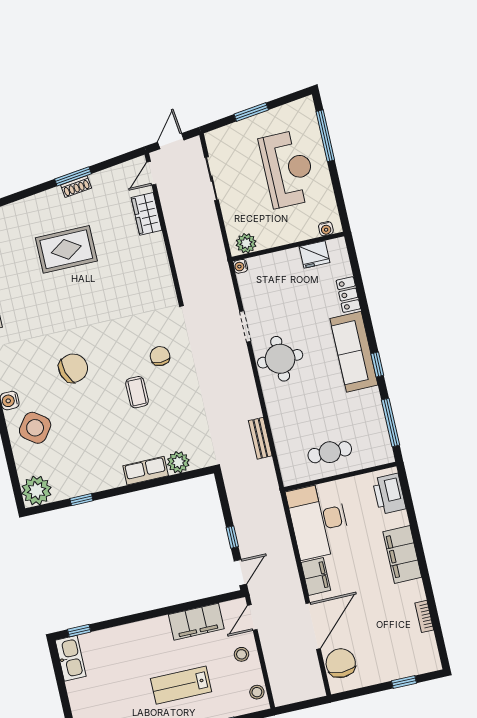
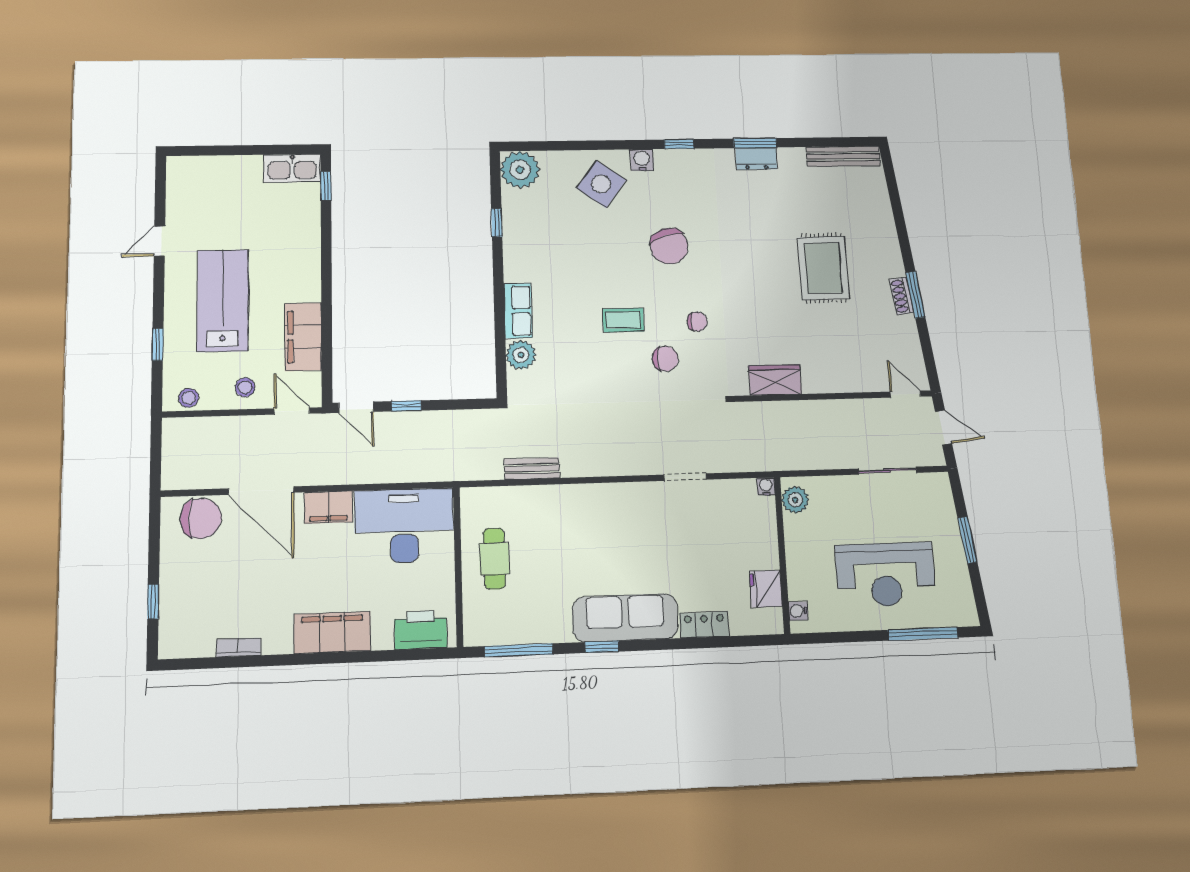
wardrobe: (147, 214) -> (775, 380), moved
chair: (127, 337) -> (697, 322), added
round table: (280, 359) -> (634, 516), removed
lab bench: (181, 685) -> (223, 300), width x1.36, depth x1.39

